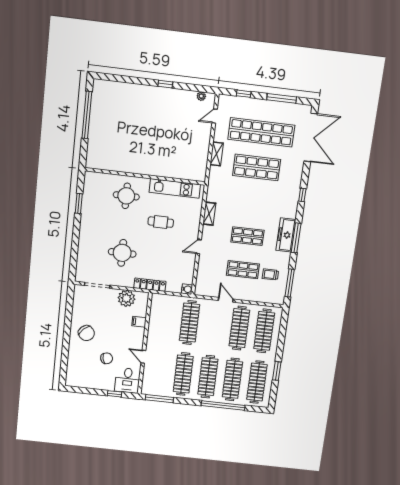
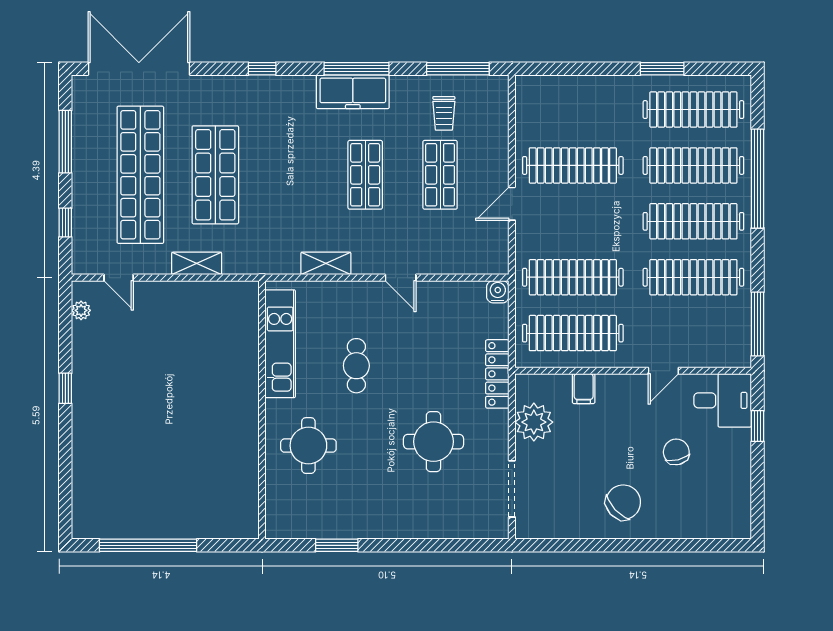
clothes rail: (264, 331) -> (573, 333), moved

